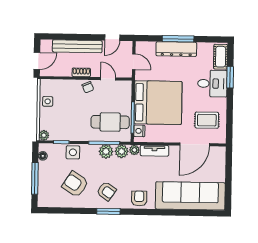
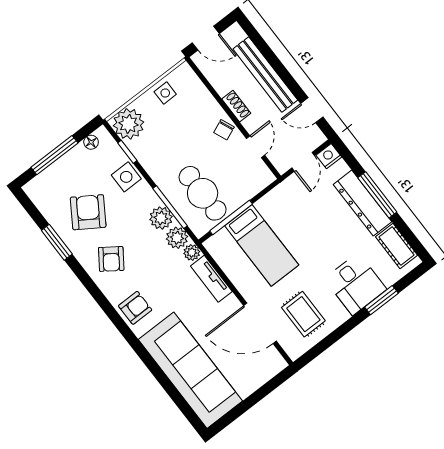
cot: (221, 57) -> (396, 246), moved, turned 90
bed: (158, 103) -> (262, 245), width x0.49
nightstand: (139, 131) -> (329, 156), moved
plant: (44, 135) -> (129, 124), width x1.87, depth x1.87
window: (108, 211) -> (57, 242), moved

